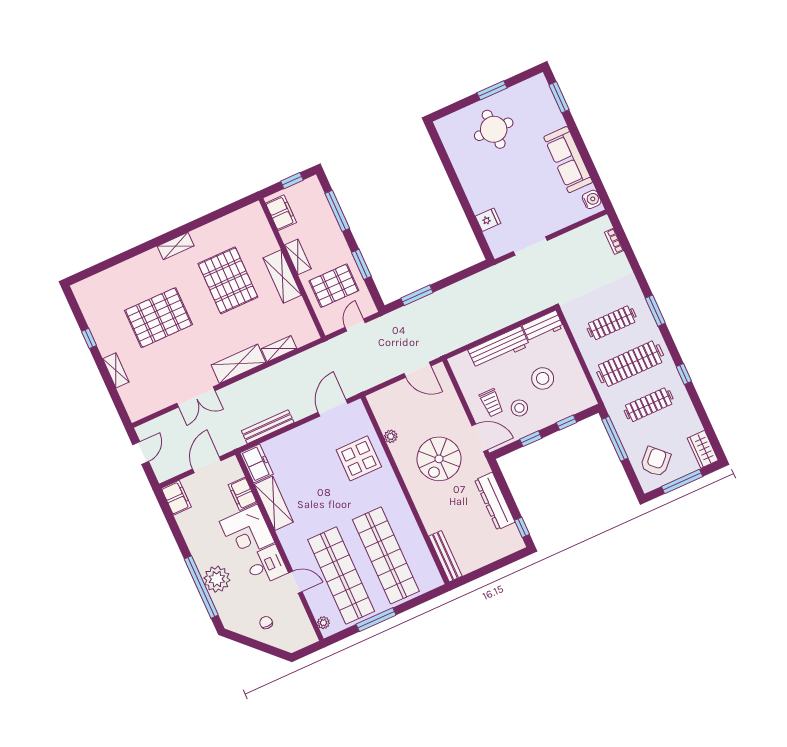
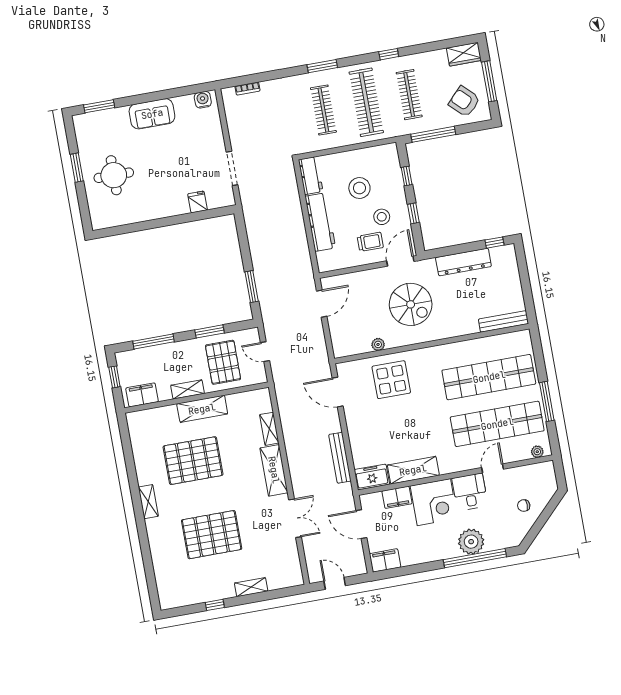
sofa: (568, 160) -> (152, 114), width x0.73
pallet: (159, 318) -> (212, 535), turned 90

